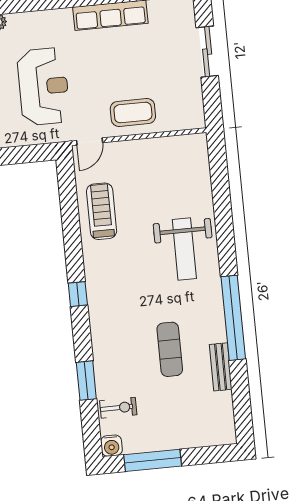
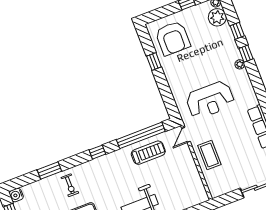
door: (90, 142) -> (186, 135), hinge flipped
window: (70, 216) -> (141, 135), added
exercise bike: (118, 408) -> (70, 185), moved

